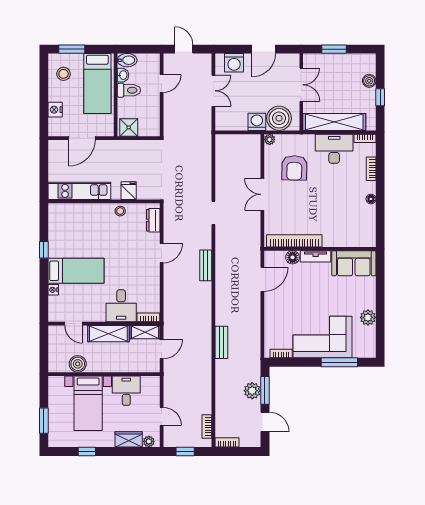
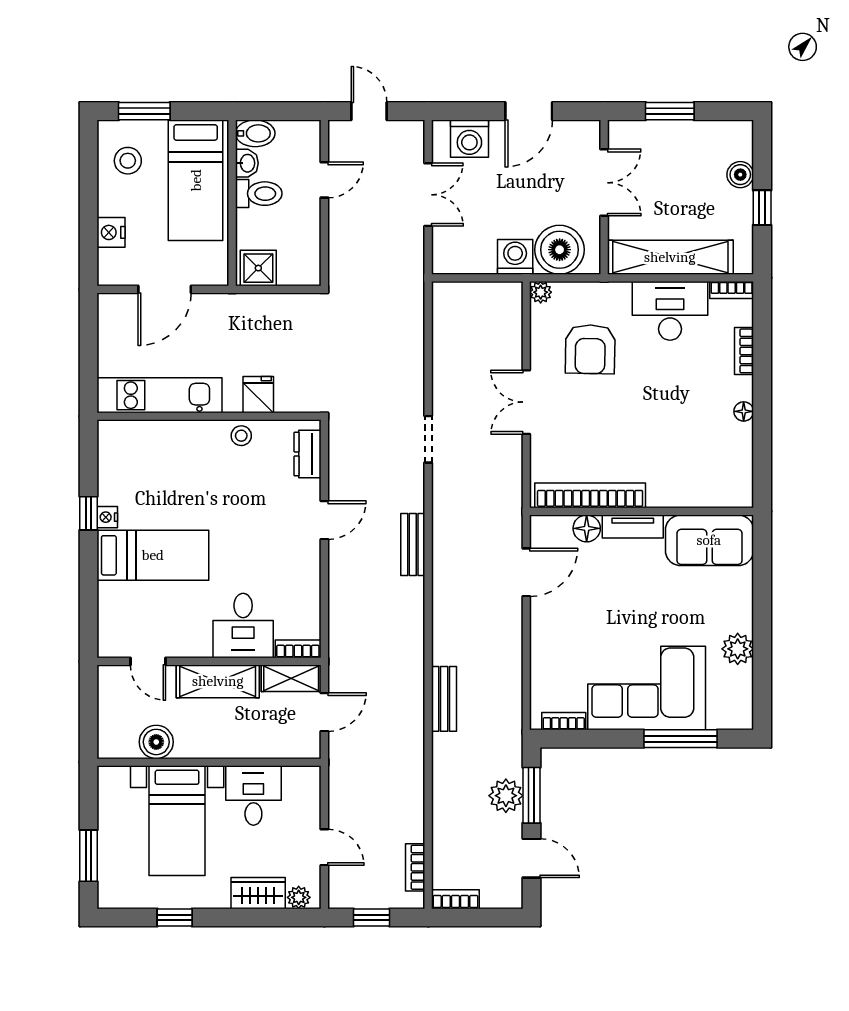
nightstand: (53, 290) -> (107, 517), moved

